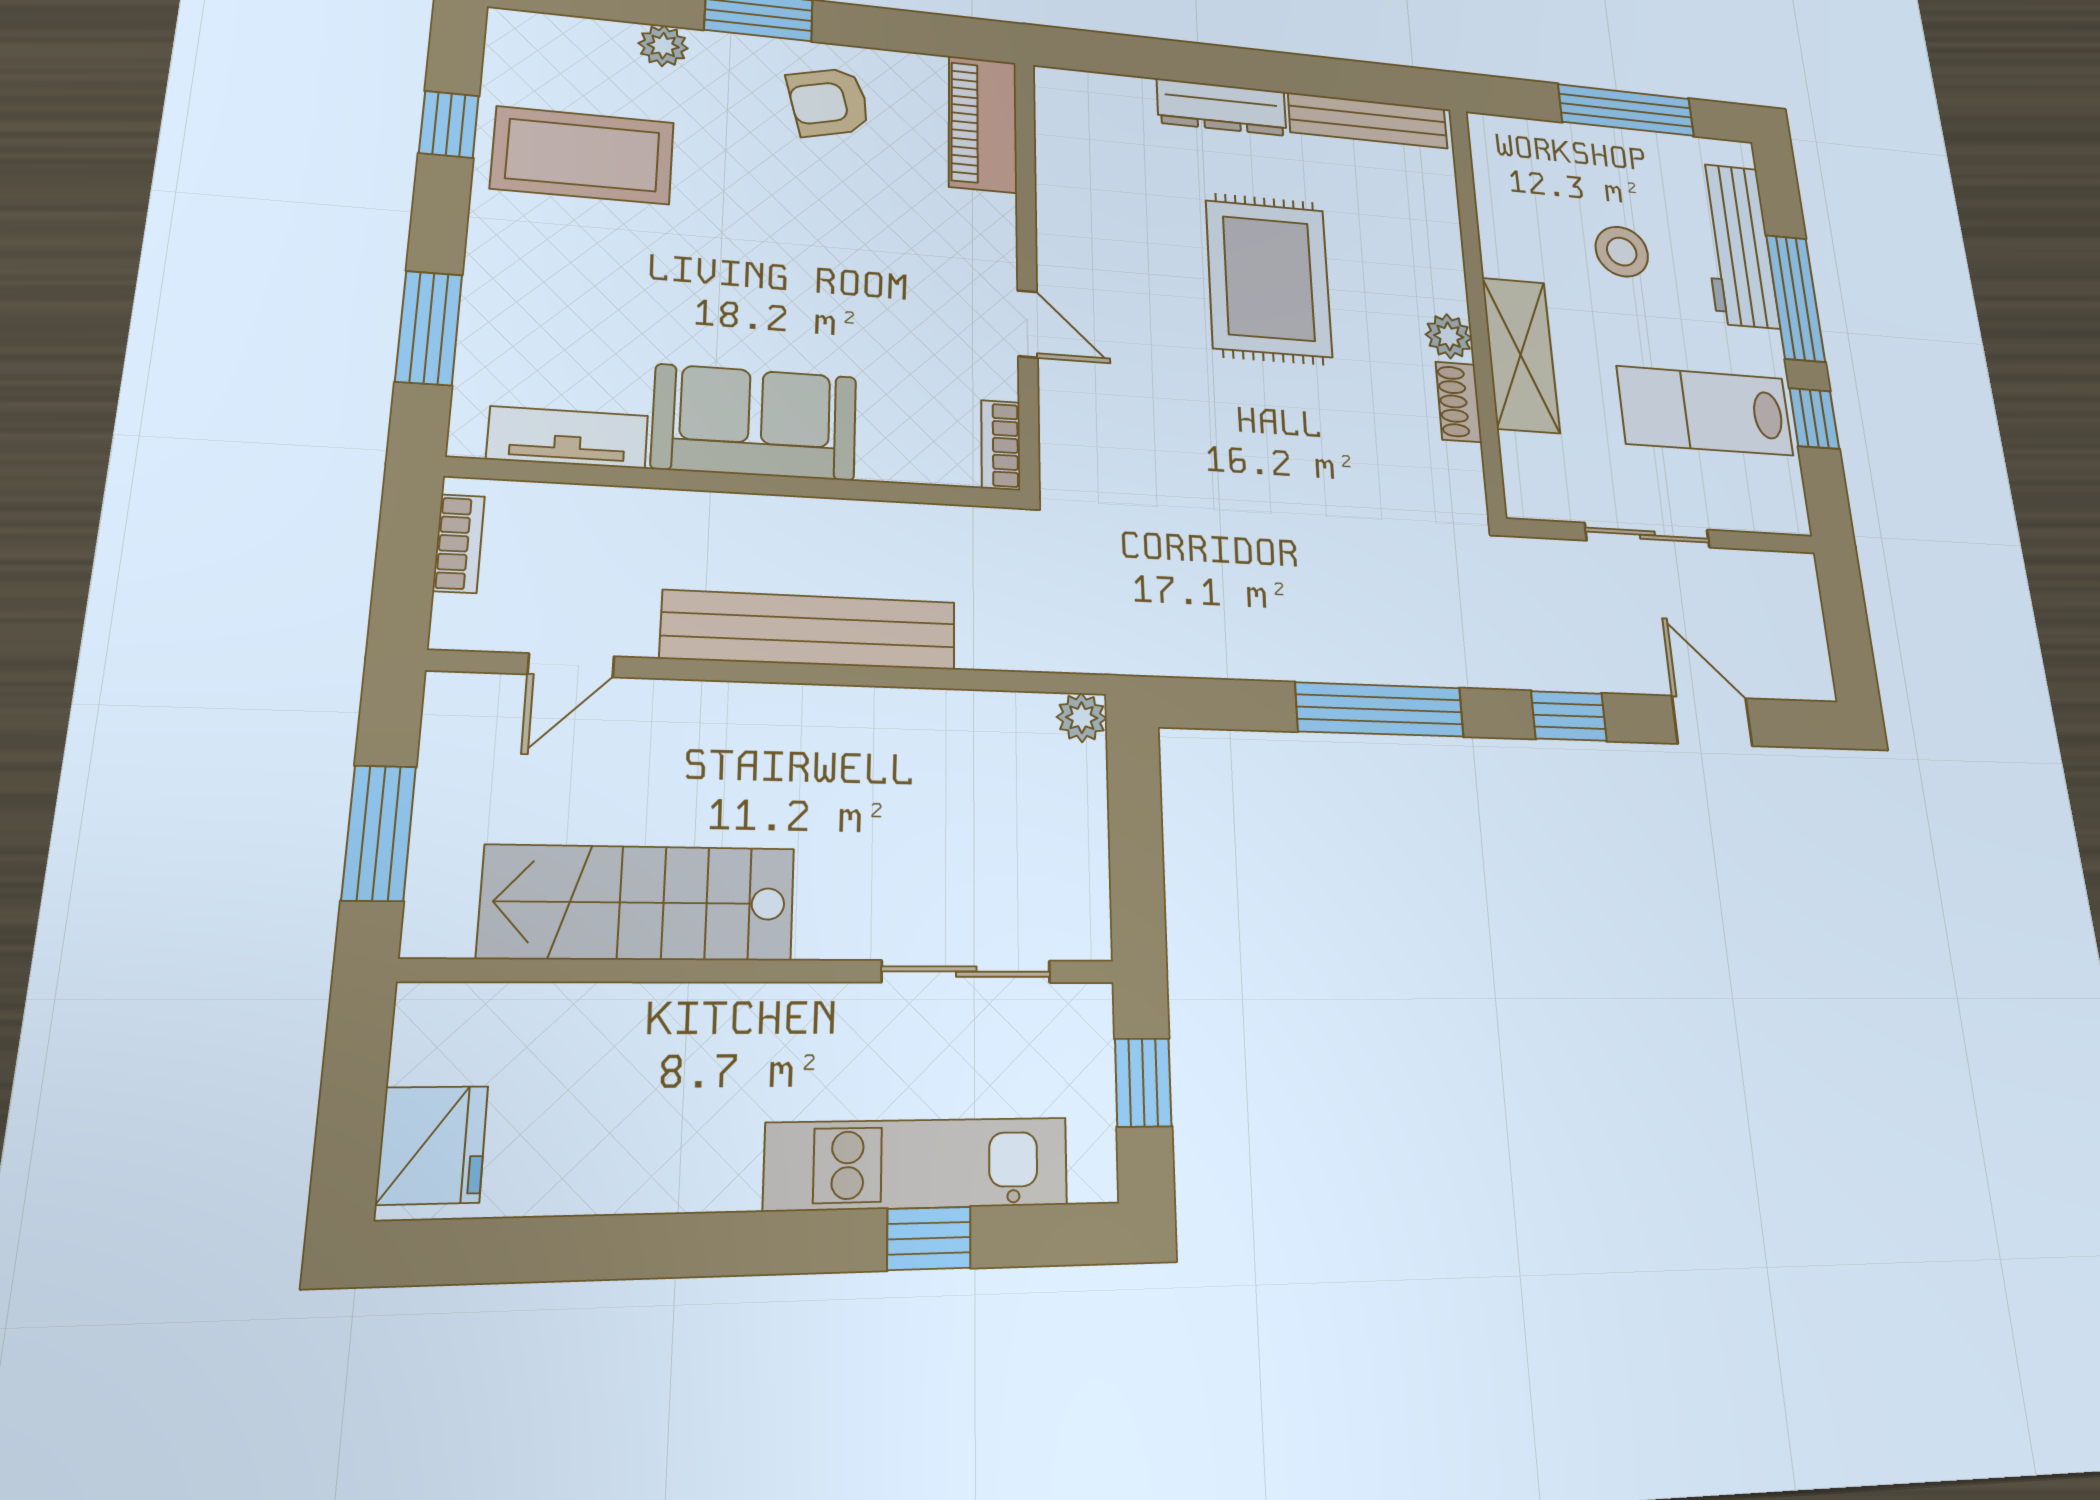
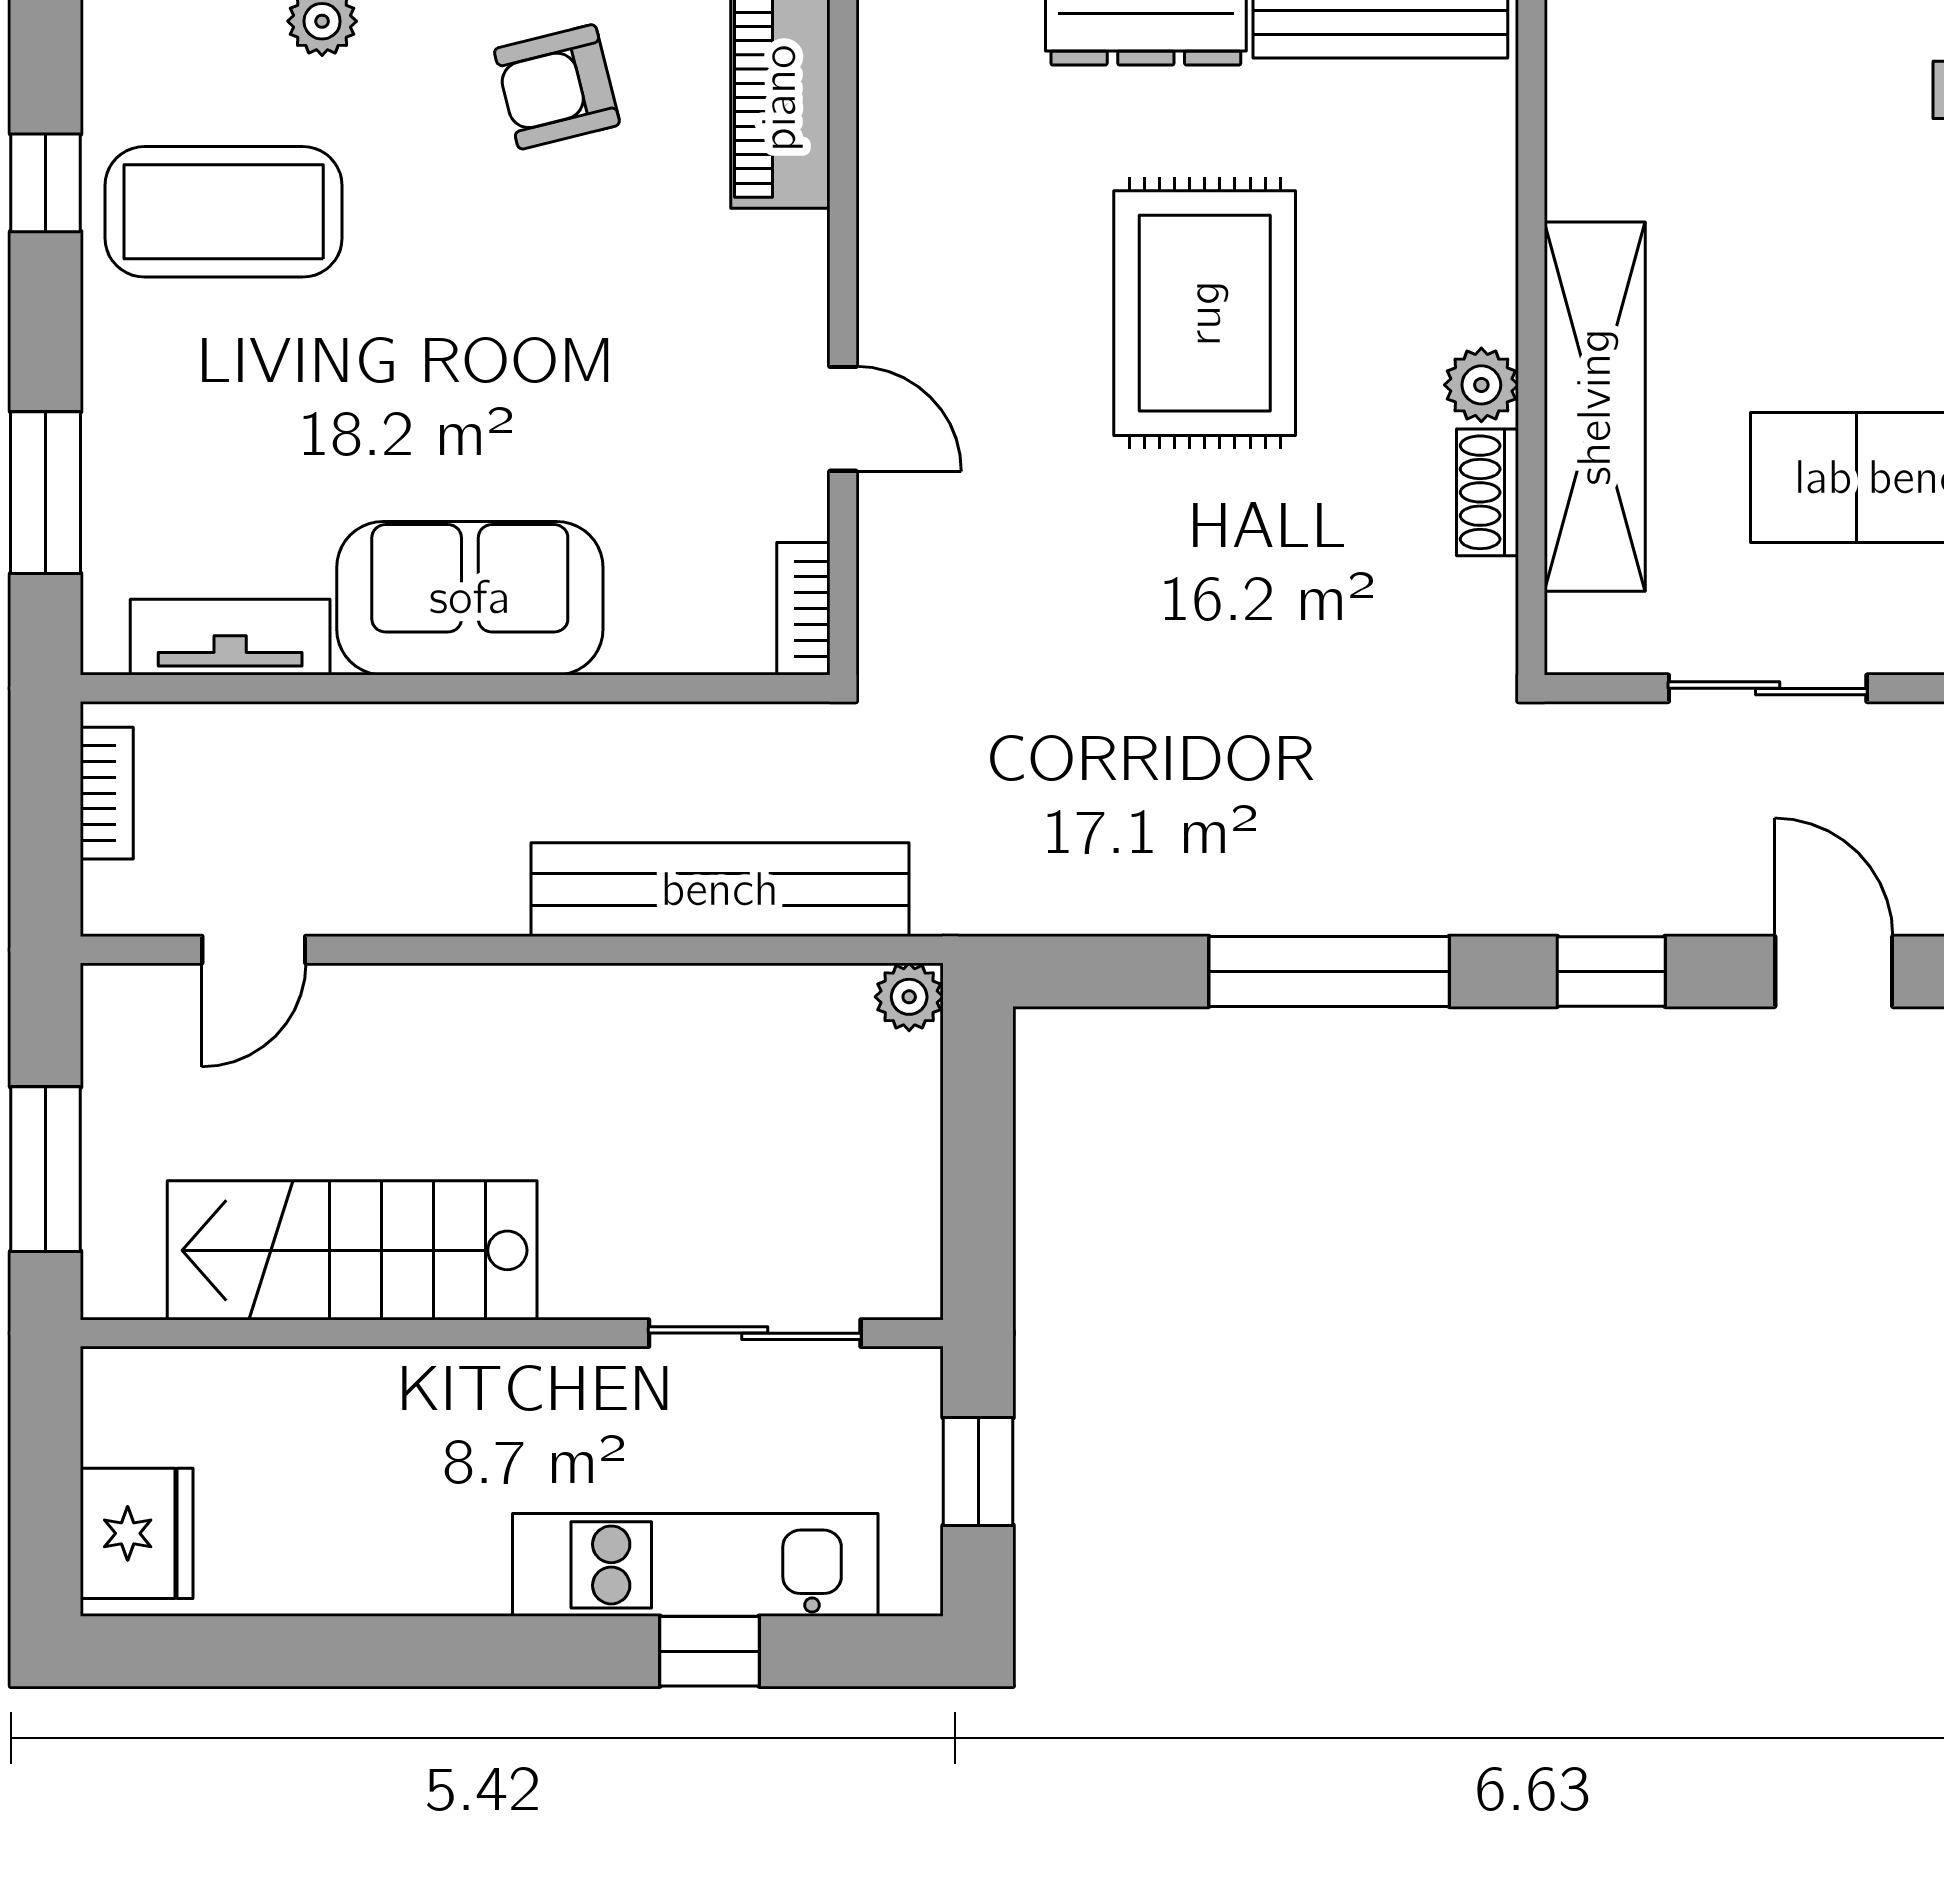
stool: (1622, 252) -> (1784, 213), removed
shelving: (1521, 355) -> (1595, 407), width x1.47
bench: (810, 630) -> (720, 890), moved

